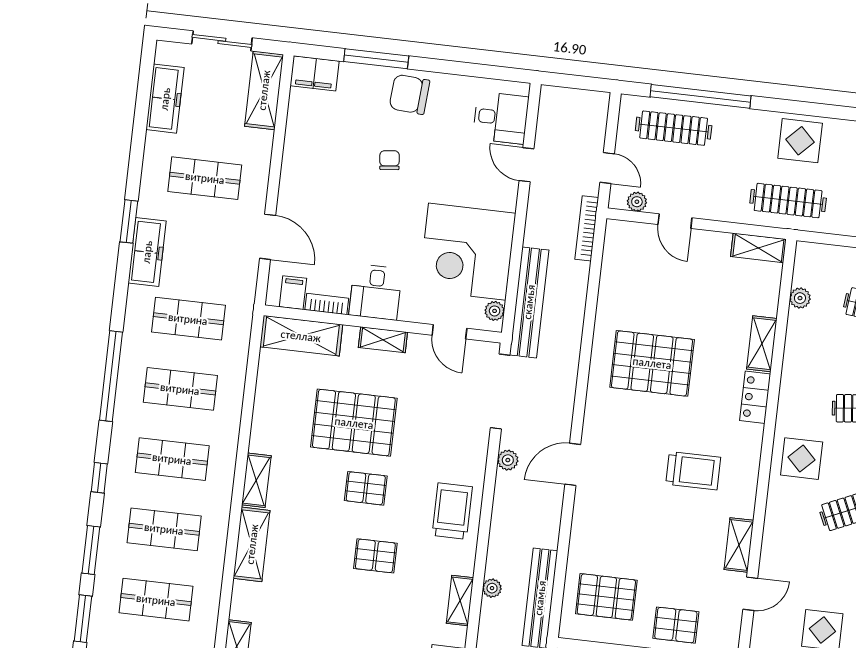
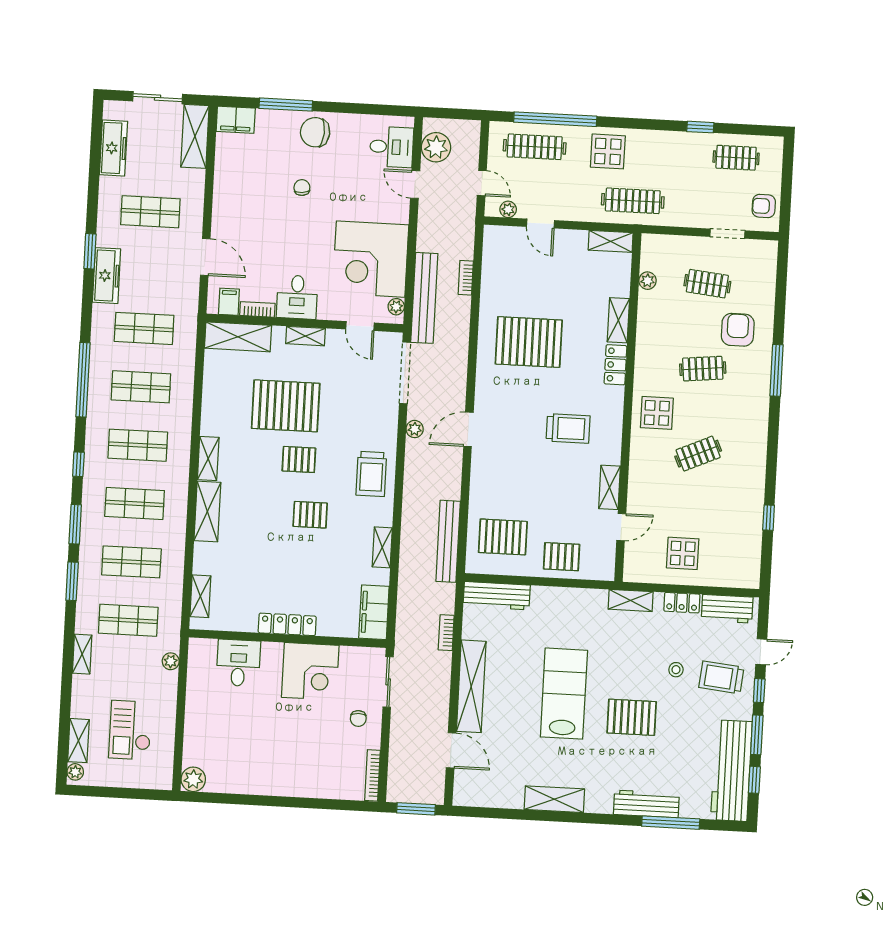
display table: (800, 141) -> (608, 151), moved
bookcase: (587, 228) -> (466, 278), moved, width x0.64
trolley: (452, 511) -> (371, 474), turned 180
plant: (492, 588) -> (436, 147), moved, width x1.88, depth x1.88

